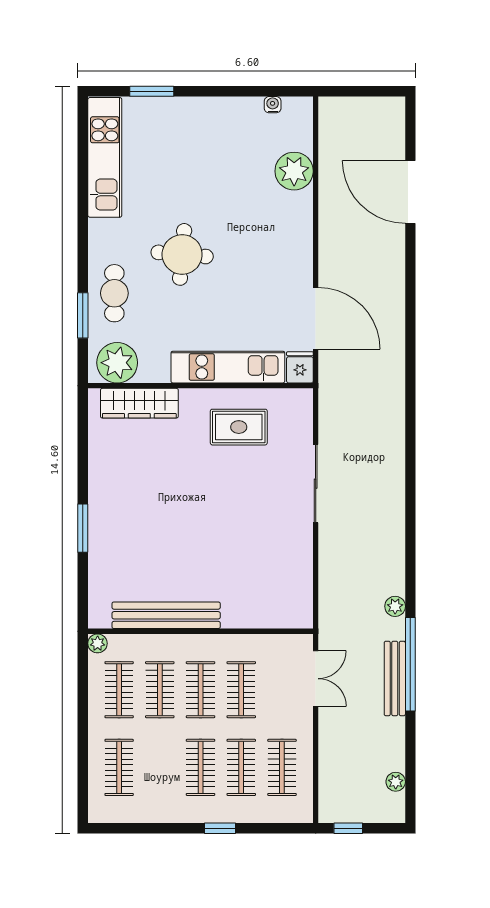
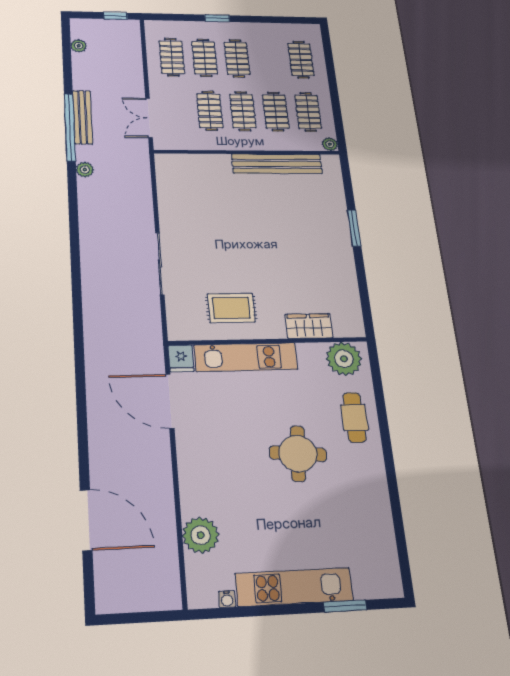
kitchen unit: (105, 157) -> (294, 587), moved, turned 90
window: (83, 315) -> (380, 398), removed
wardrobe: (139, 403) -> (309, 326), width x0.67

